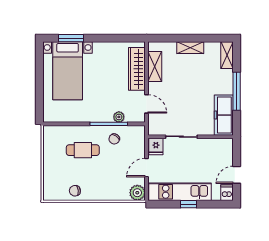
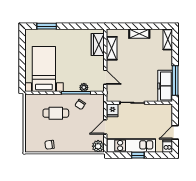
wardrobe: (137, 69) -> (98, 45), width x0.67
bed with nightstands: (68, 71) -> (44, 69), moved, turned 180
window: (237, 91) -> (175, 81), moved

